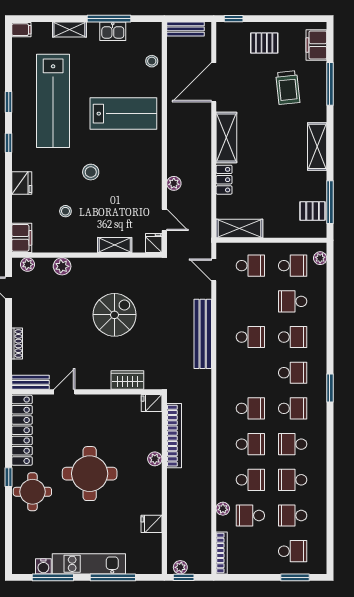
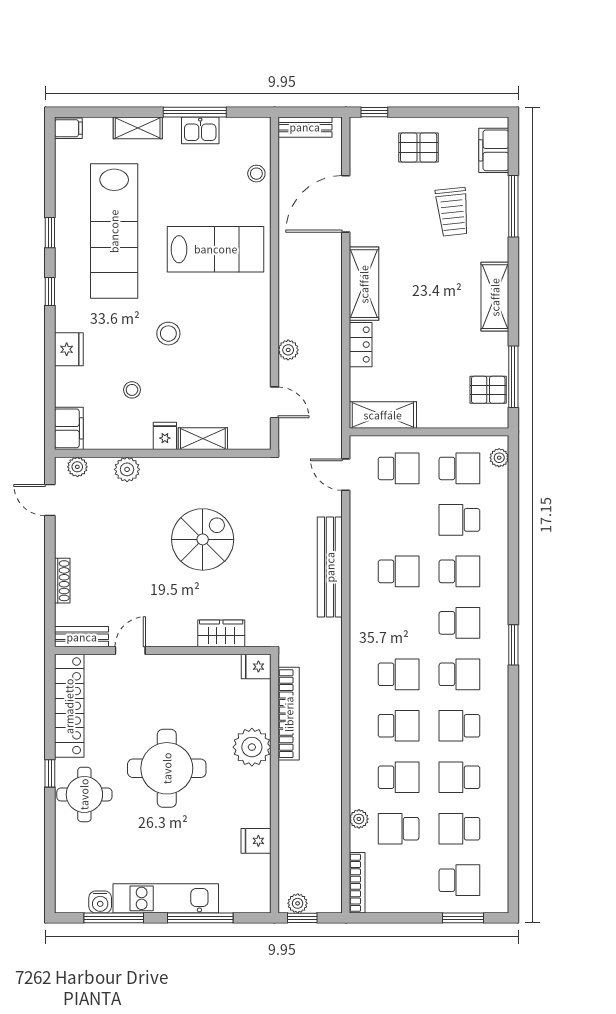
fridge: (154, 243) -> (165, 436), moved
plant: (155, 459) -> (252, 747), width x1.88, depth x1.88

